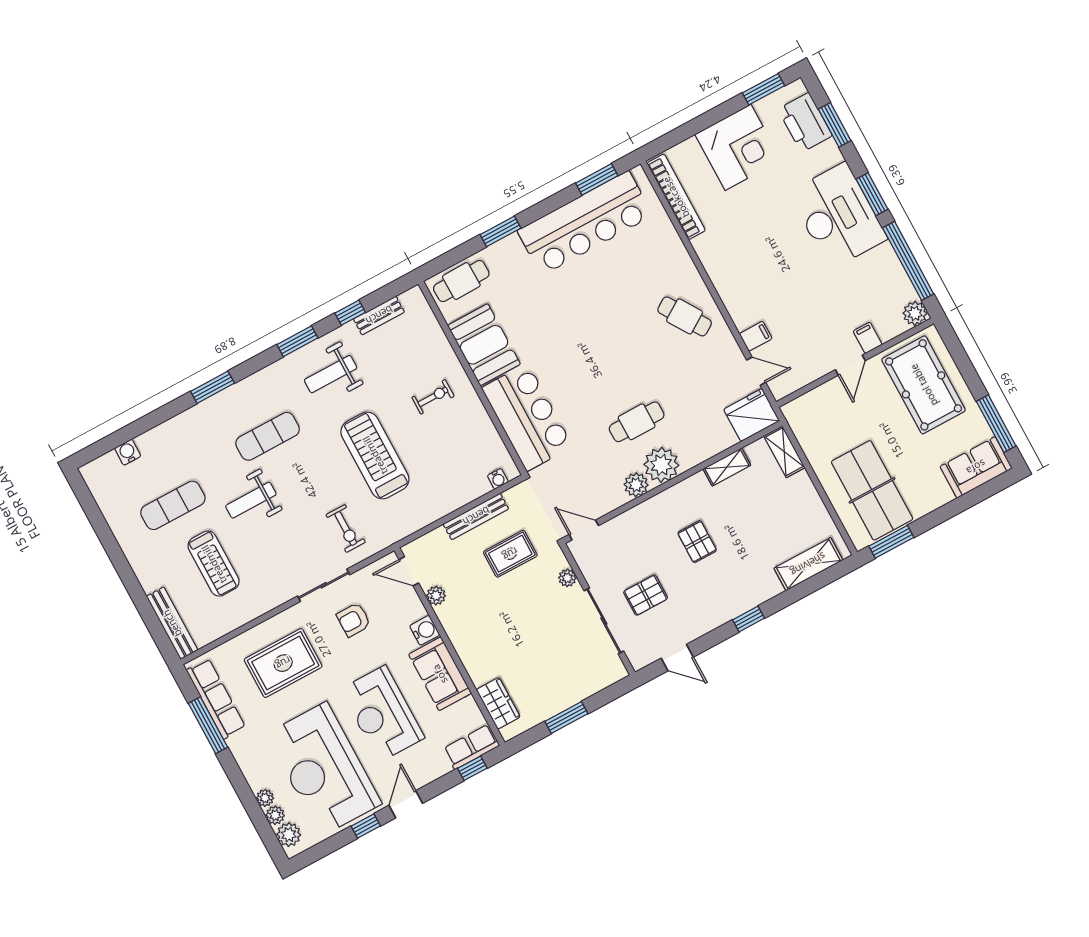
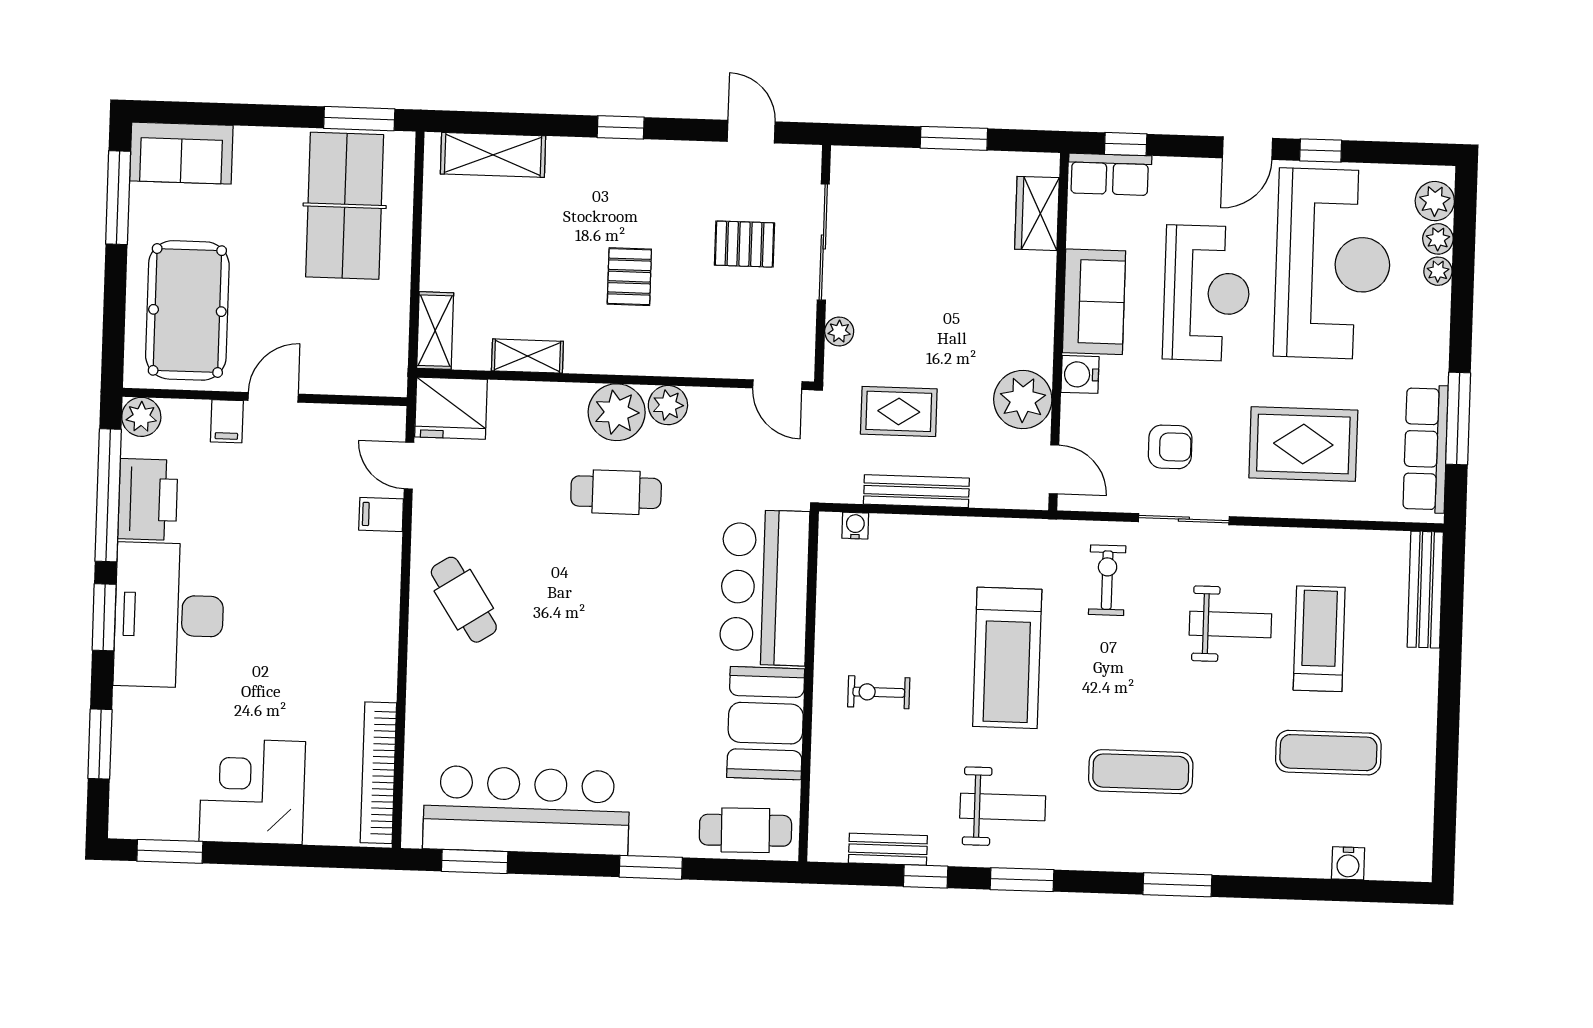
printer: (805, 122) -> (148, 499), moved
weight bench: (251, 500) -> (1230, 624), moved
plant: (436, 596) -> (1023, 400), width x1.87, depth x1.87

